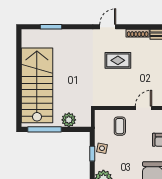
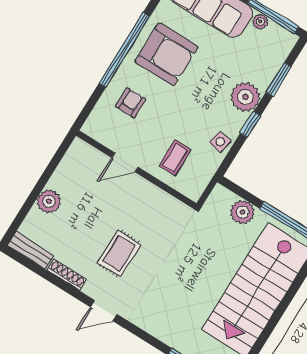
rug: (118, 60) -> (119, 253), turned 90
window: (92, 154) -> (250, 125), moved

